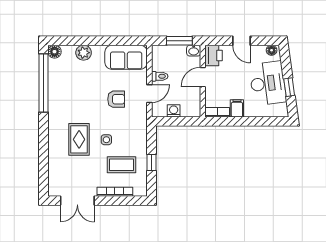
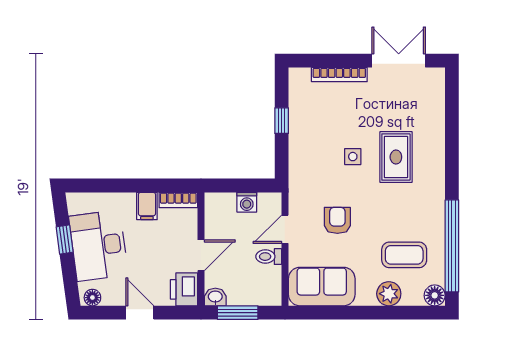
armchair: (116, 99) -> (337, 220), turned 90
coffee table: (121, 165) -> (404, 255), moved

